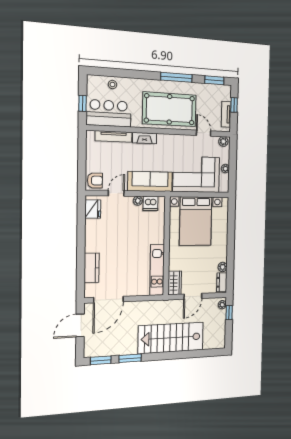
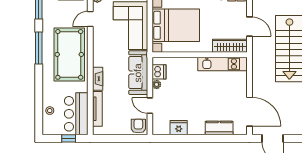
fridge: (93, 209) -> (179, 128), moved
wardrobe: (175, 283) -> (230, 46), width x1.50

